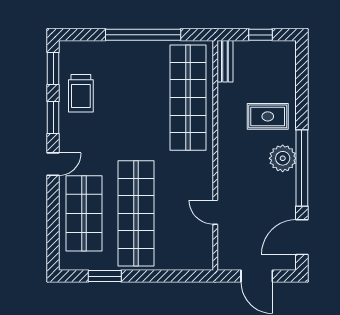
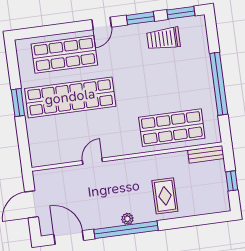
shop shelf: (188, 98) -> (172, 128), width x0.71
plant: (283, 158) -> (127, 219), width x0.53, depth x0.53
door: (53, 164) -> (102, 23), hinge flipped
door: (215, 212) -> (92, 161), moved
window: (105, 276) -> (18, 103), moved

